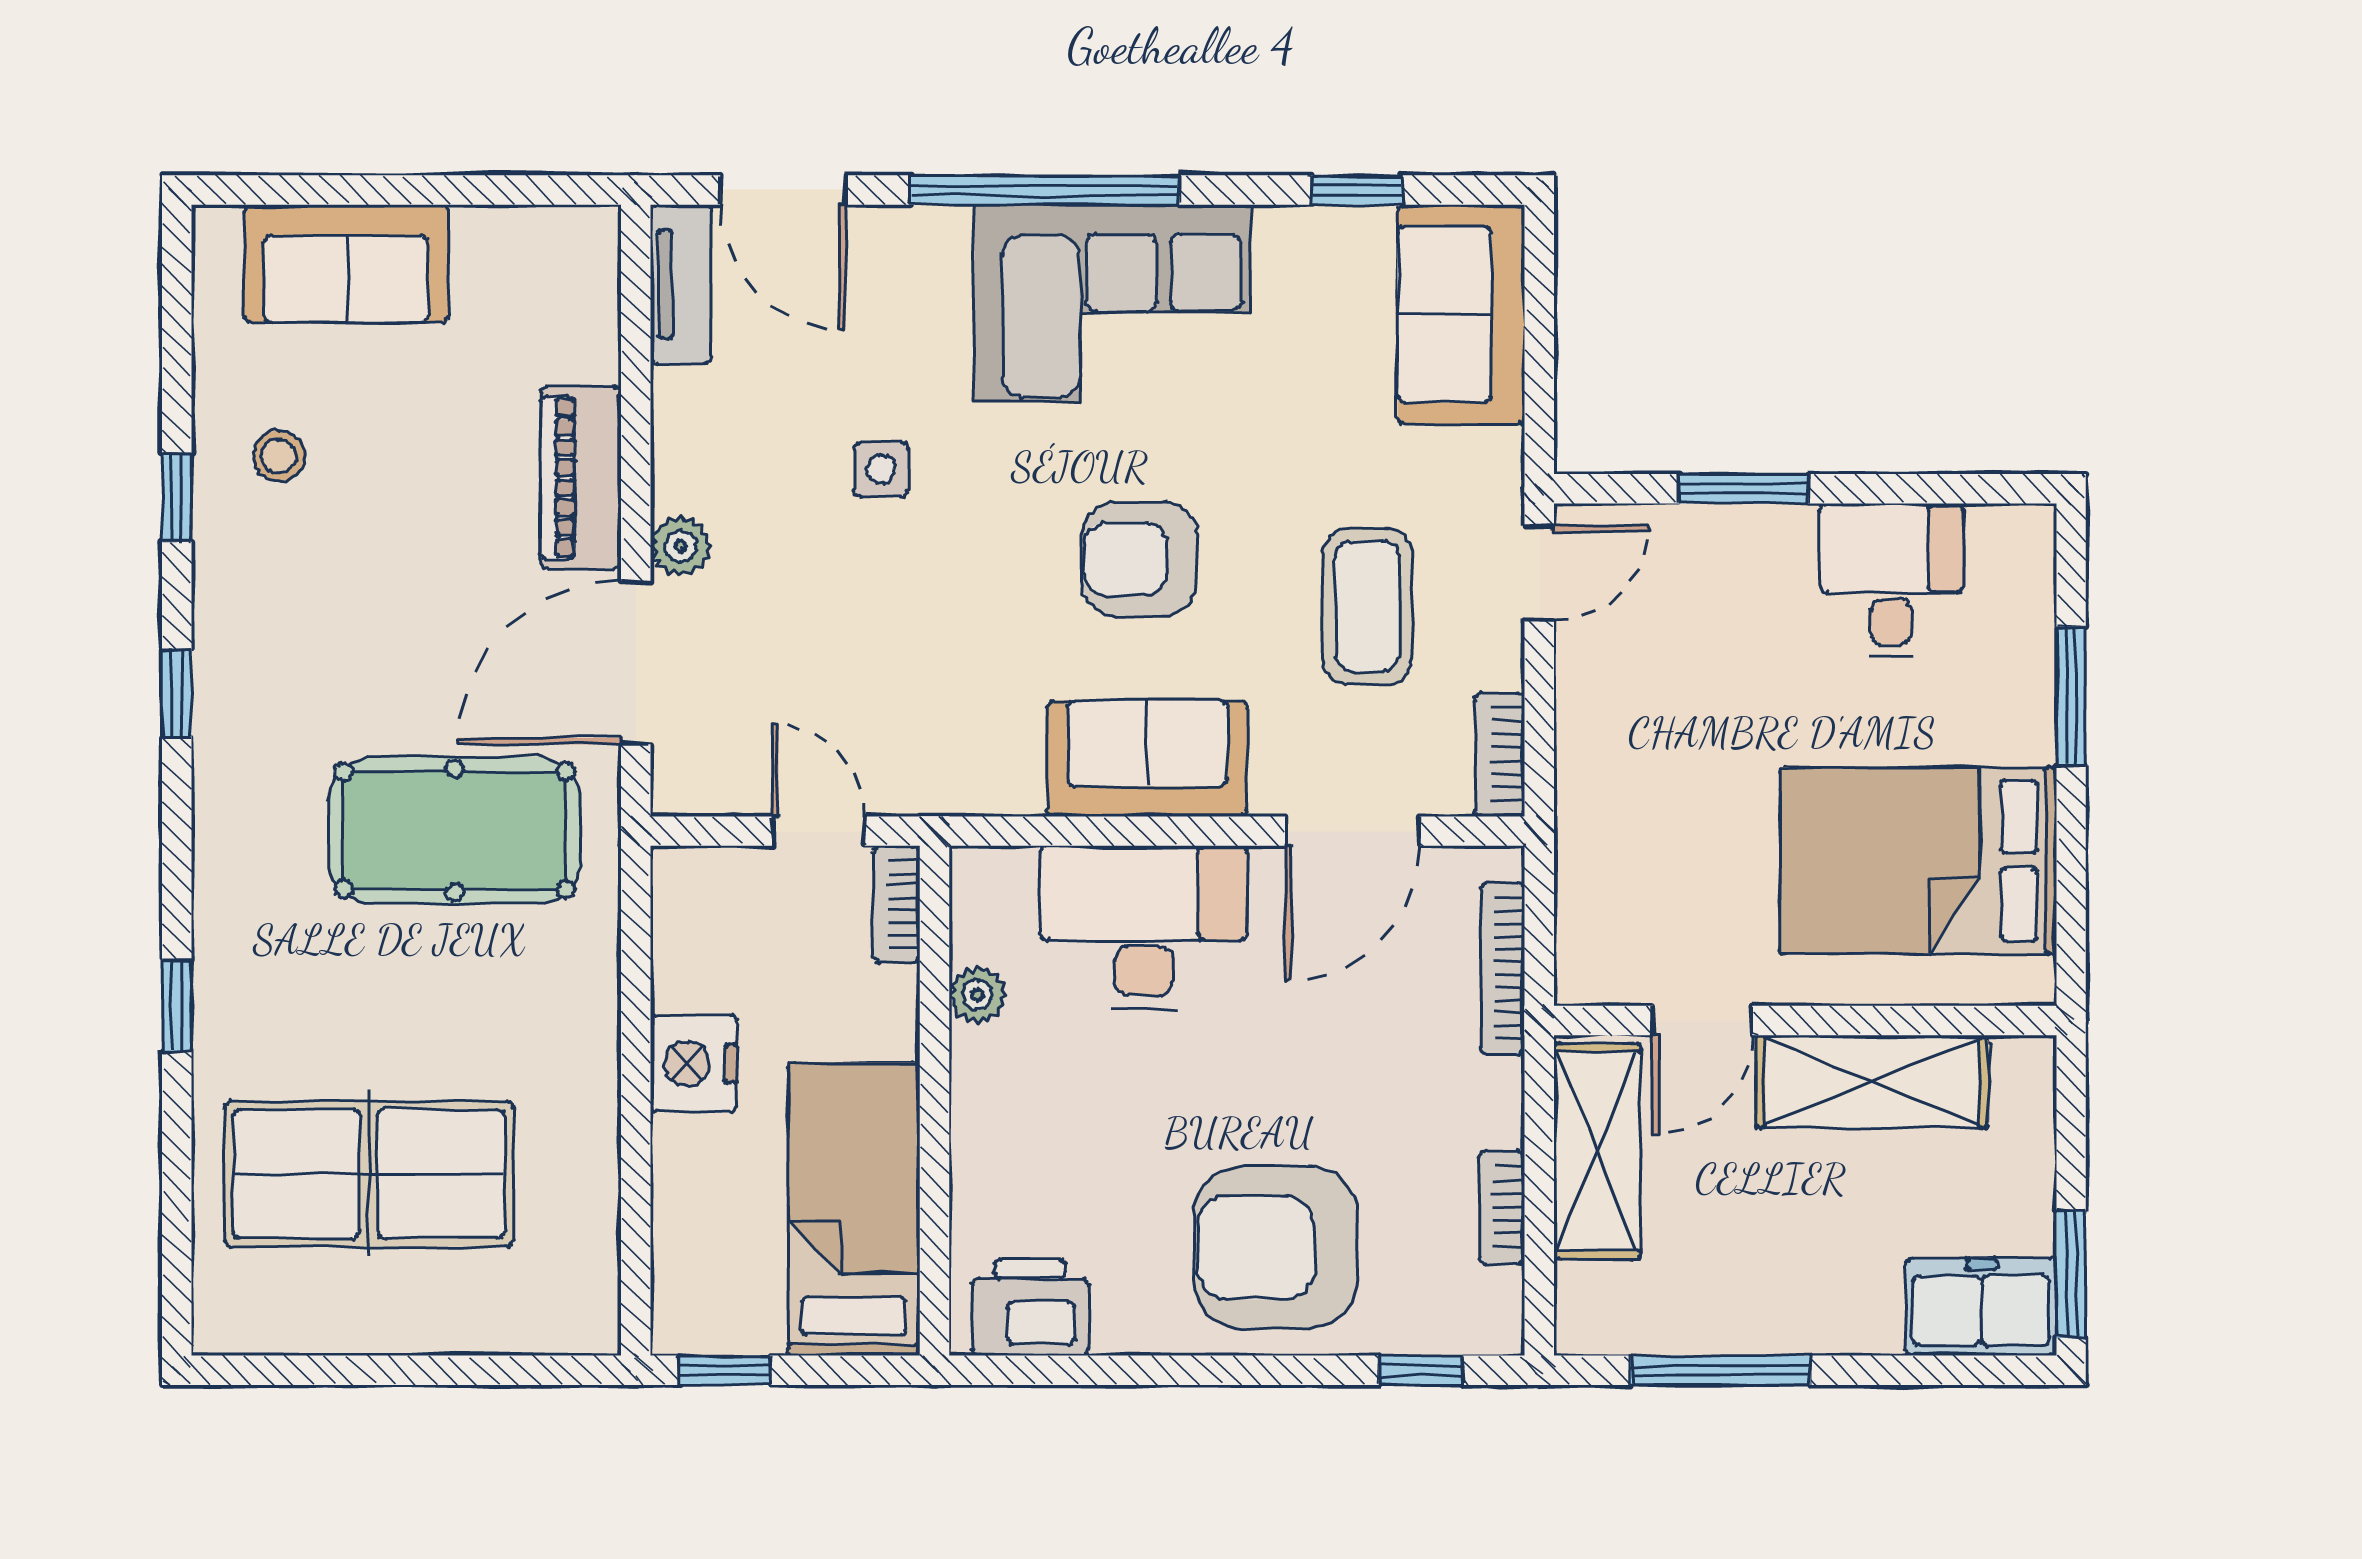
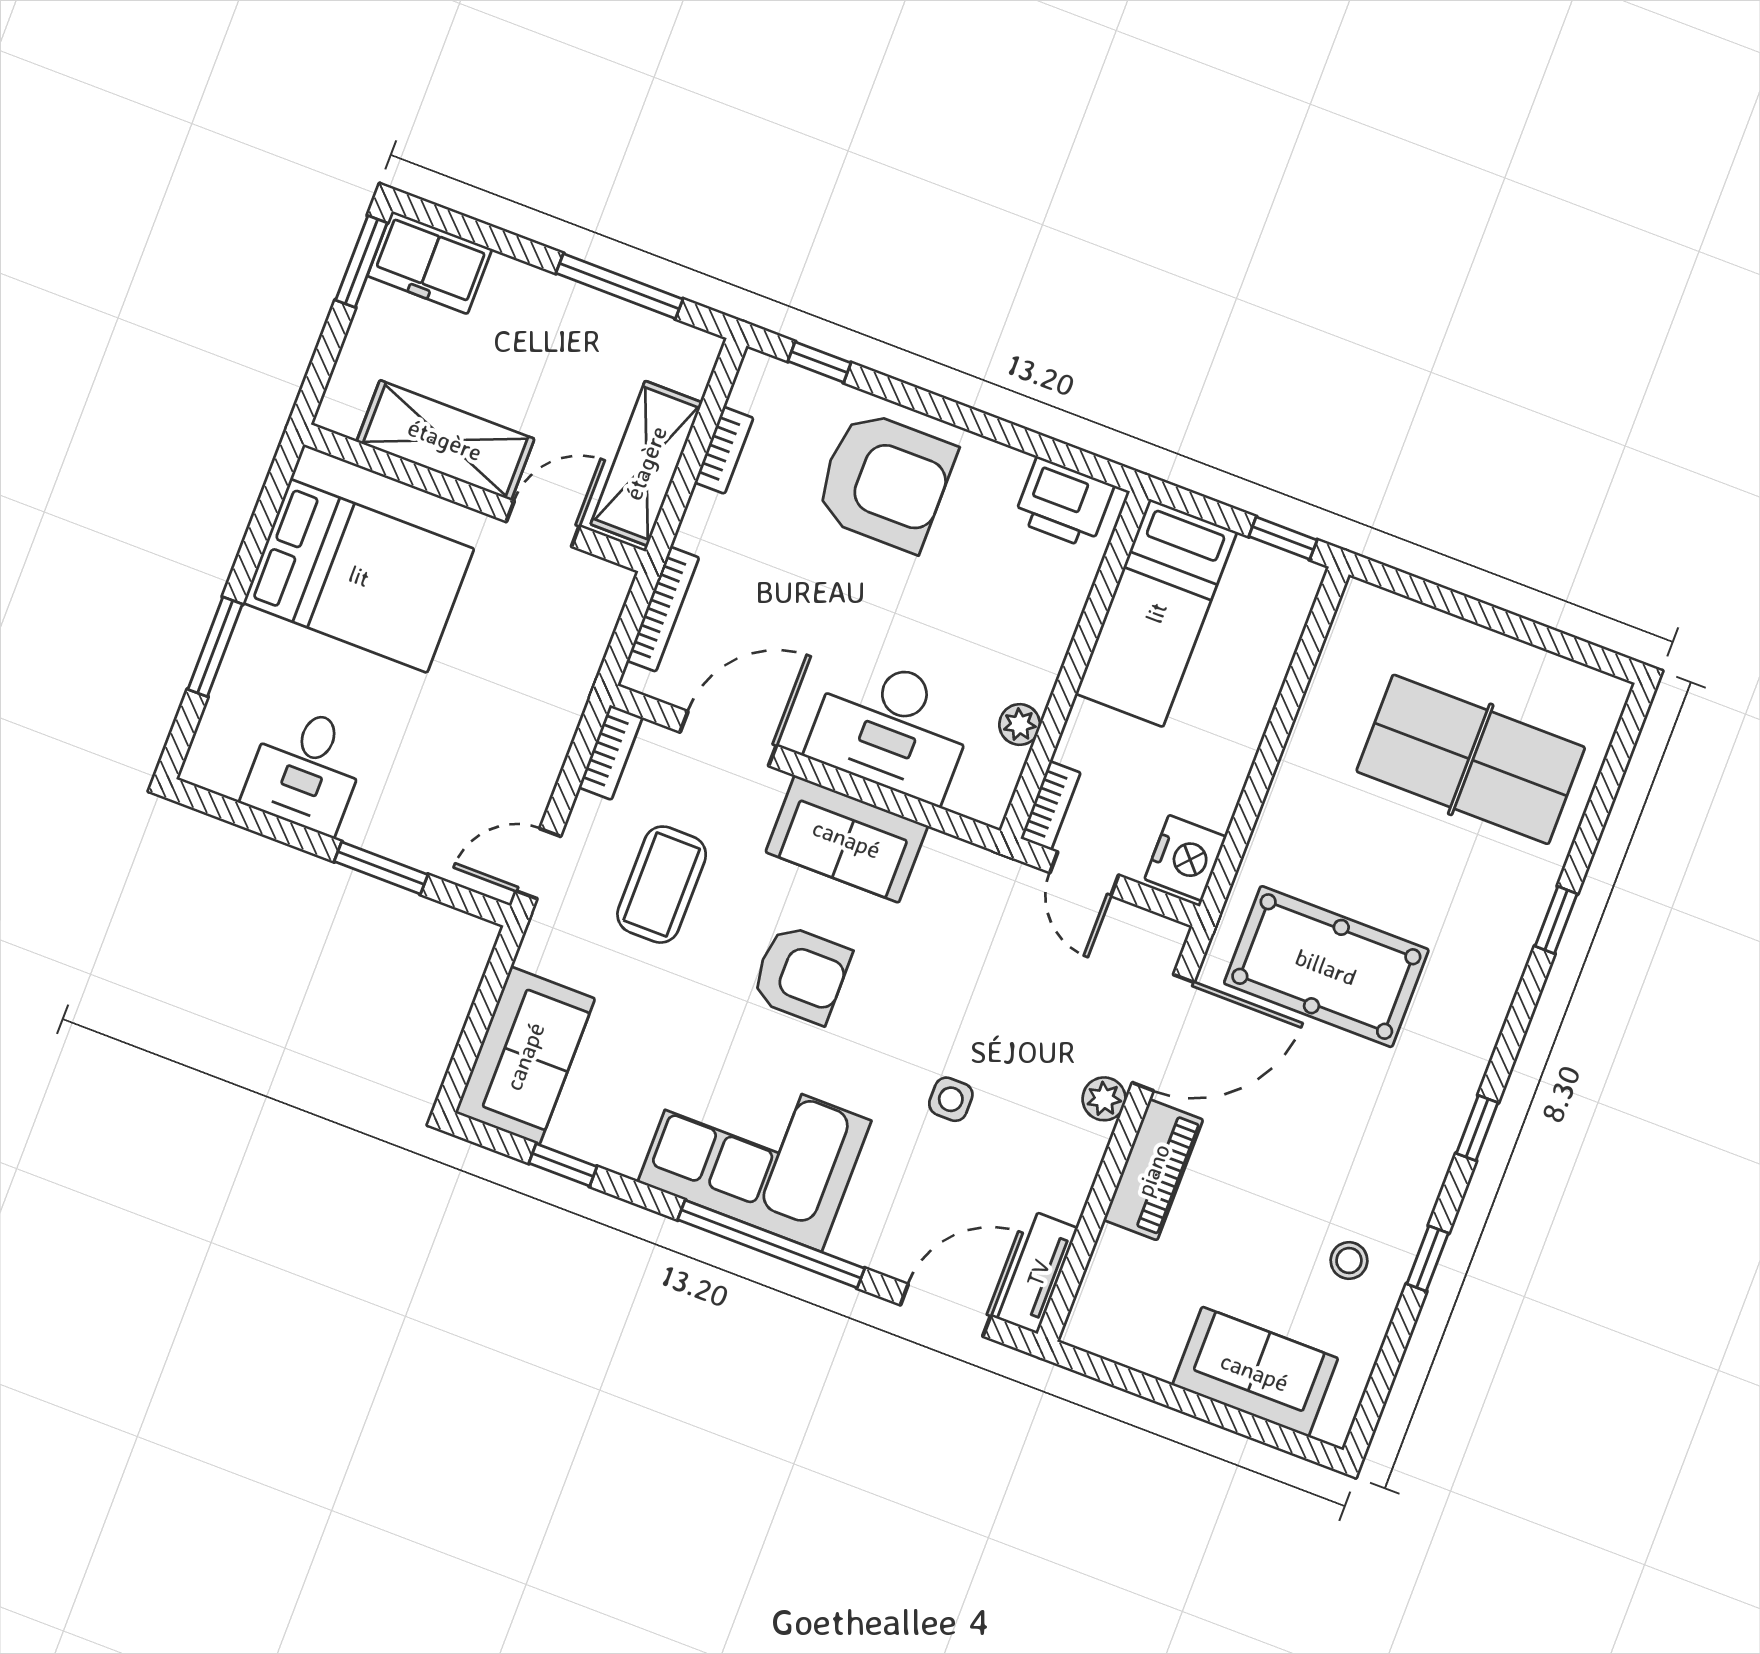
door: (783, 190) -> (946, 1310), hinge flipped
nightstand: (694, 1064) -> (1185, 858), moved

